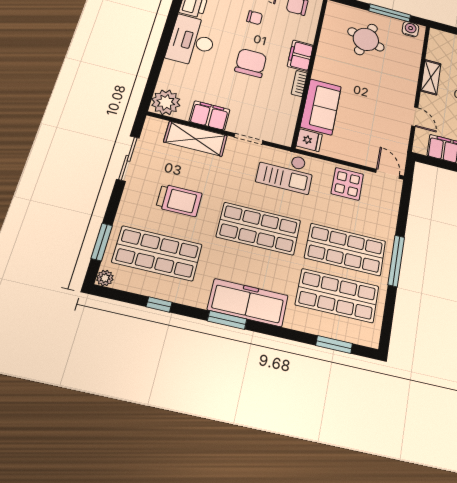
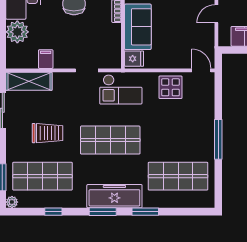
plant: (166, 102) -> (17, 32), moved
filing cabinet: (210, 116) -> (46, 59), width x0.50
door: (415, 117) -> (216, 14), swing flipped
shelving: (196, 139) -> (29, 81), moved
shop shelf: (345, 249) -> (178, 140), removed
window: (334, 345) -> (145, 212), moved

